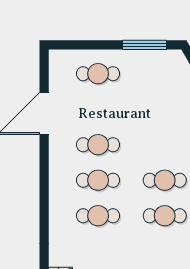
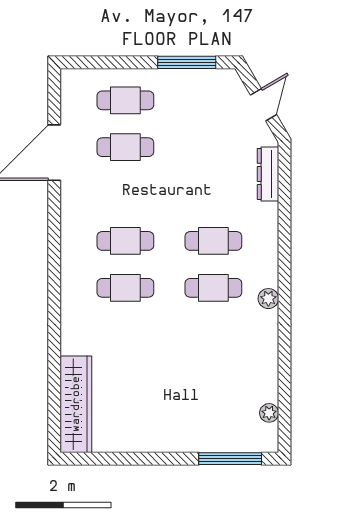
cafe table: (98, 145) -> (125, 147), moved

